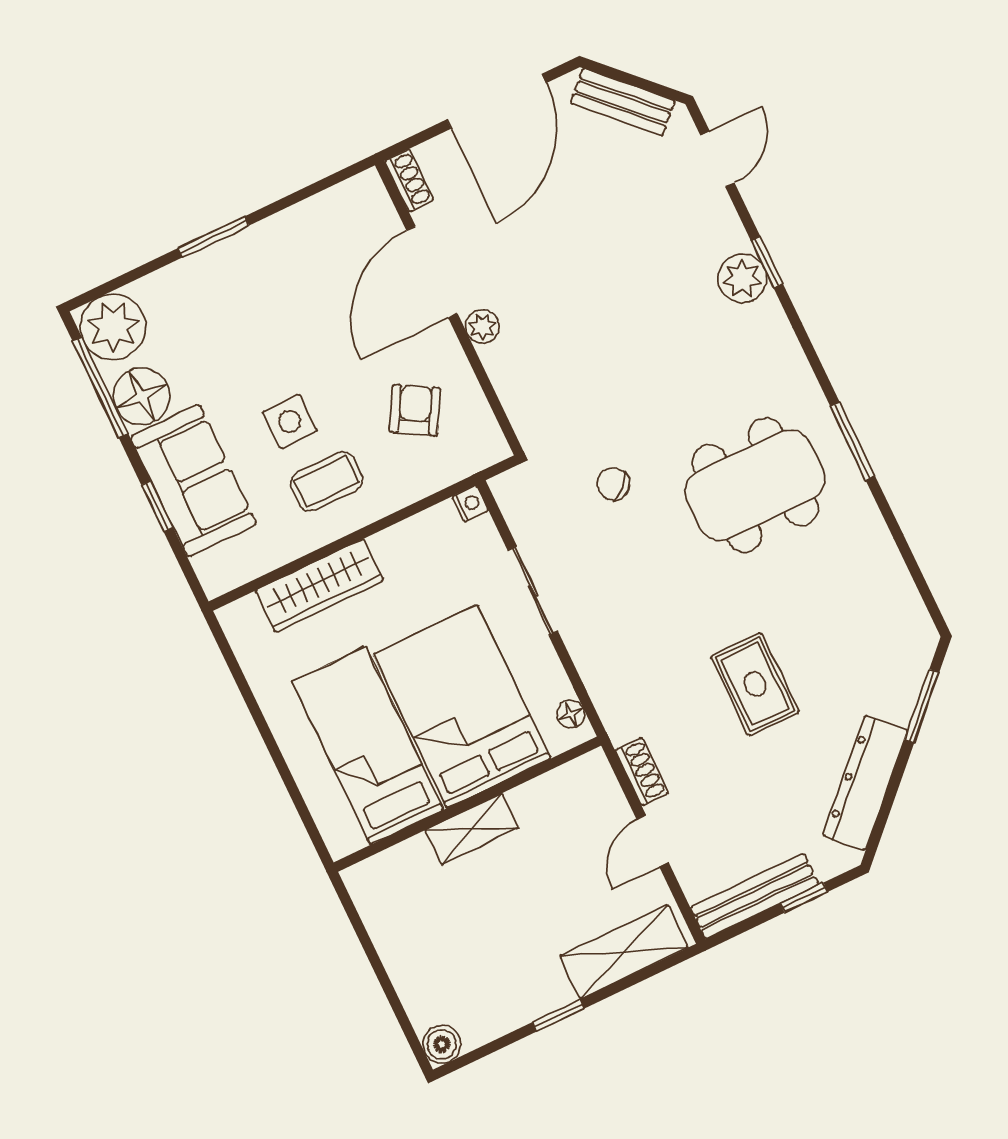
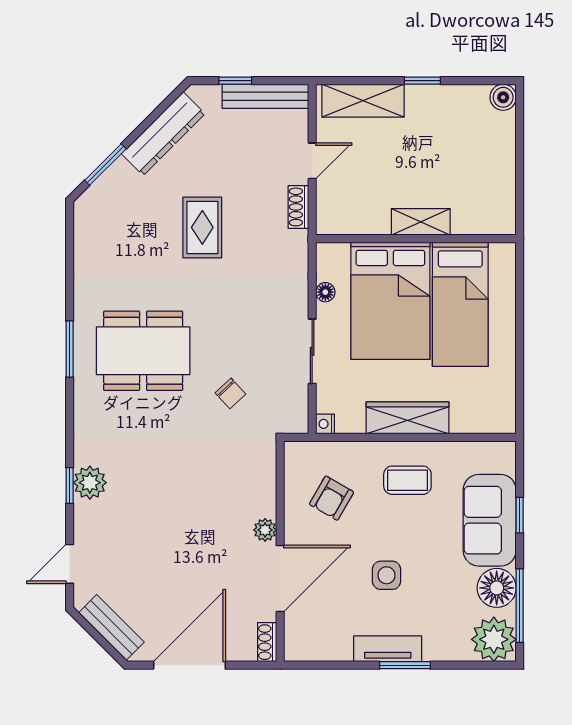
tv unit: (247, 248) -> (388, 649), added
side table: (290, 421) -> (386, 575), moved
wardrobe: (319, 586) -> (407, 418), moved
floor lamp: (571, 714) -> (325, 292), moved

